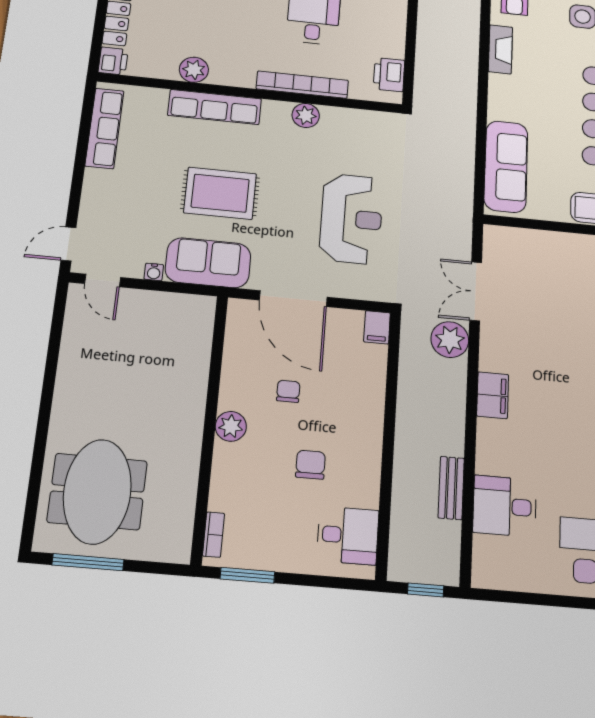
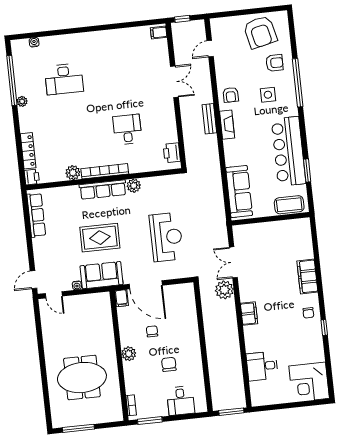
bookcase: (302, 85) -> (105, 171), moved
row of seats: (215, 107) -> (103, 190), moved
filing cabinet: (377, 327) -> (122, 298), moved
bench: (451, 488) -> (209, 119), moved
meeting table: (97, 491) -> (82, 378), moved, turned 90
desk: (348, 535) -> (181, 401), moved, turned 90
window: (426, 590) -> (231, 412), width x1.50

